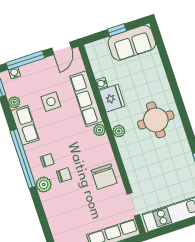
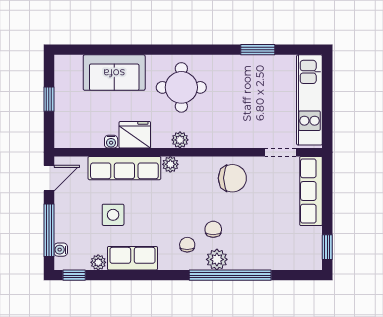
sofa: (132, 43) -> (114, 73), moved, turned 90
door: (62, 48) -> (49, 178), hinge flipped
window: (23, 159) -> (230, 275), moved

